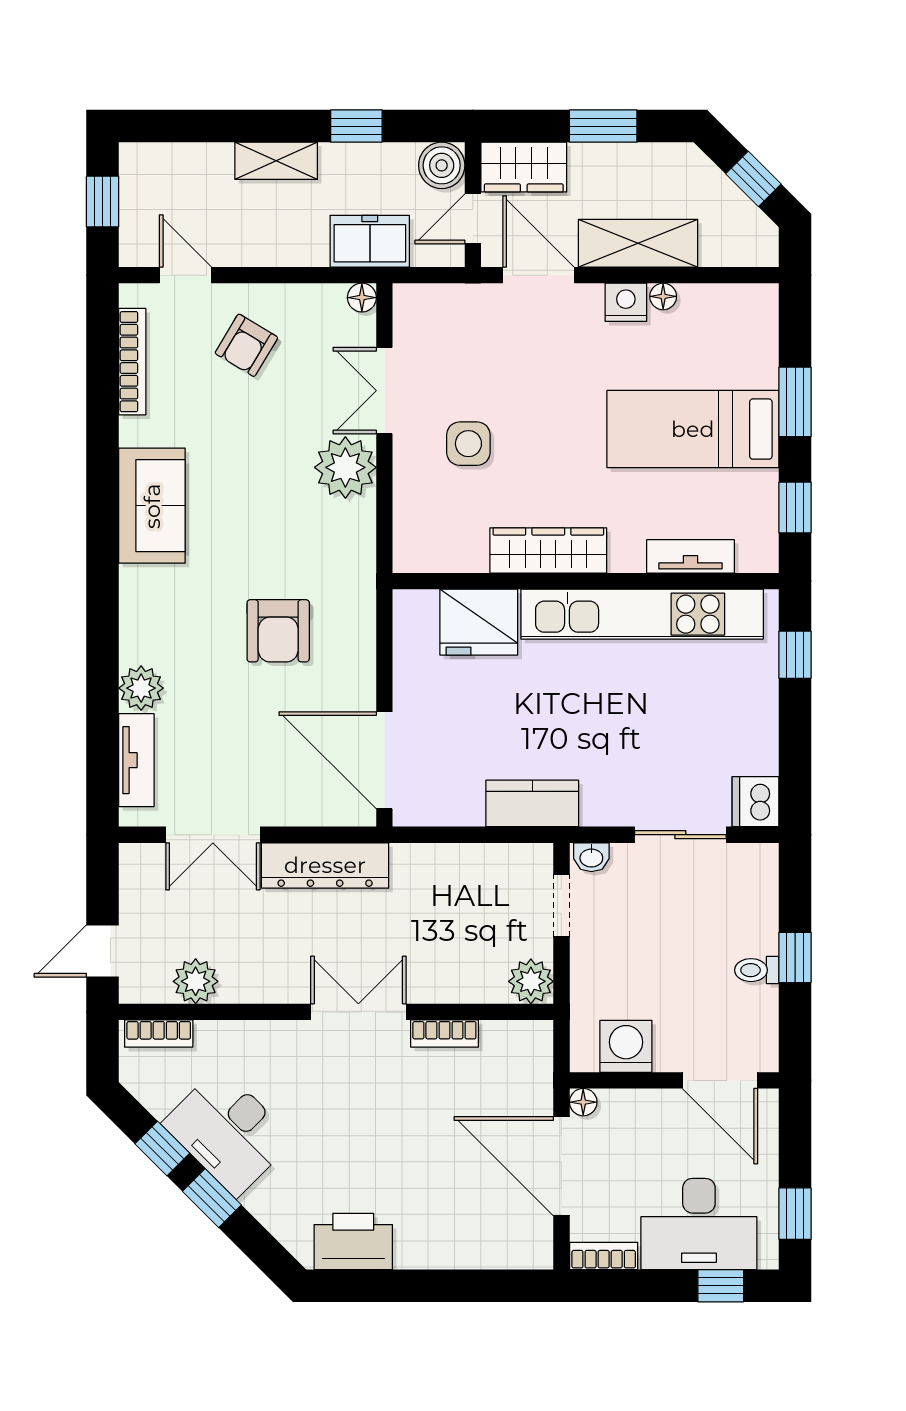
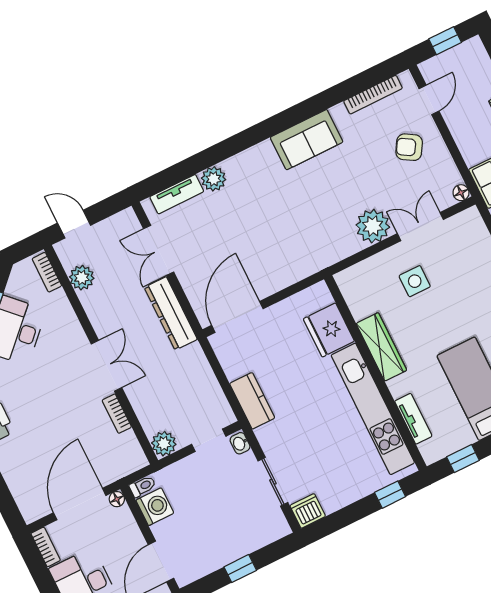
armchair: (278, 631) -> (275, 233), removed
toilet: (757, 970) -> (143, 486), moved, turned 90

